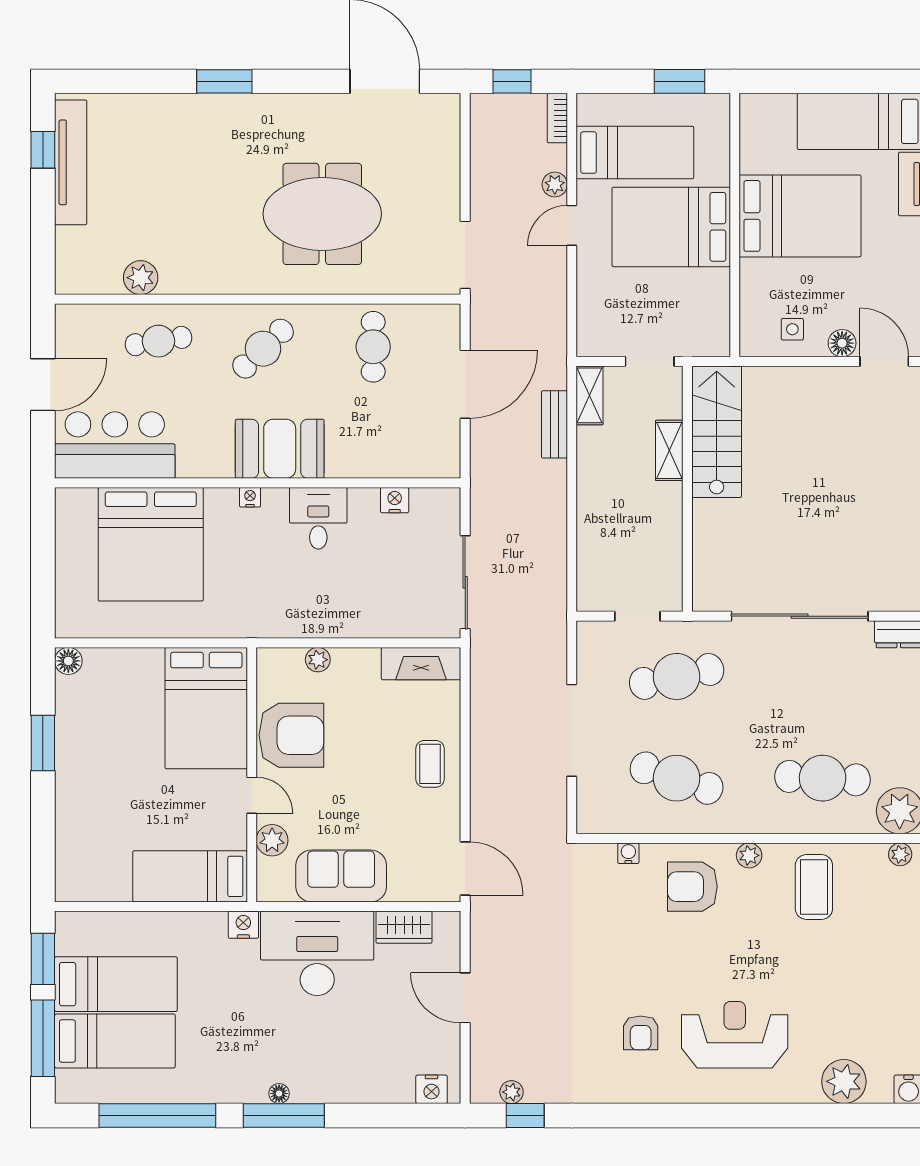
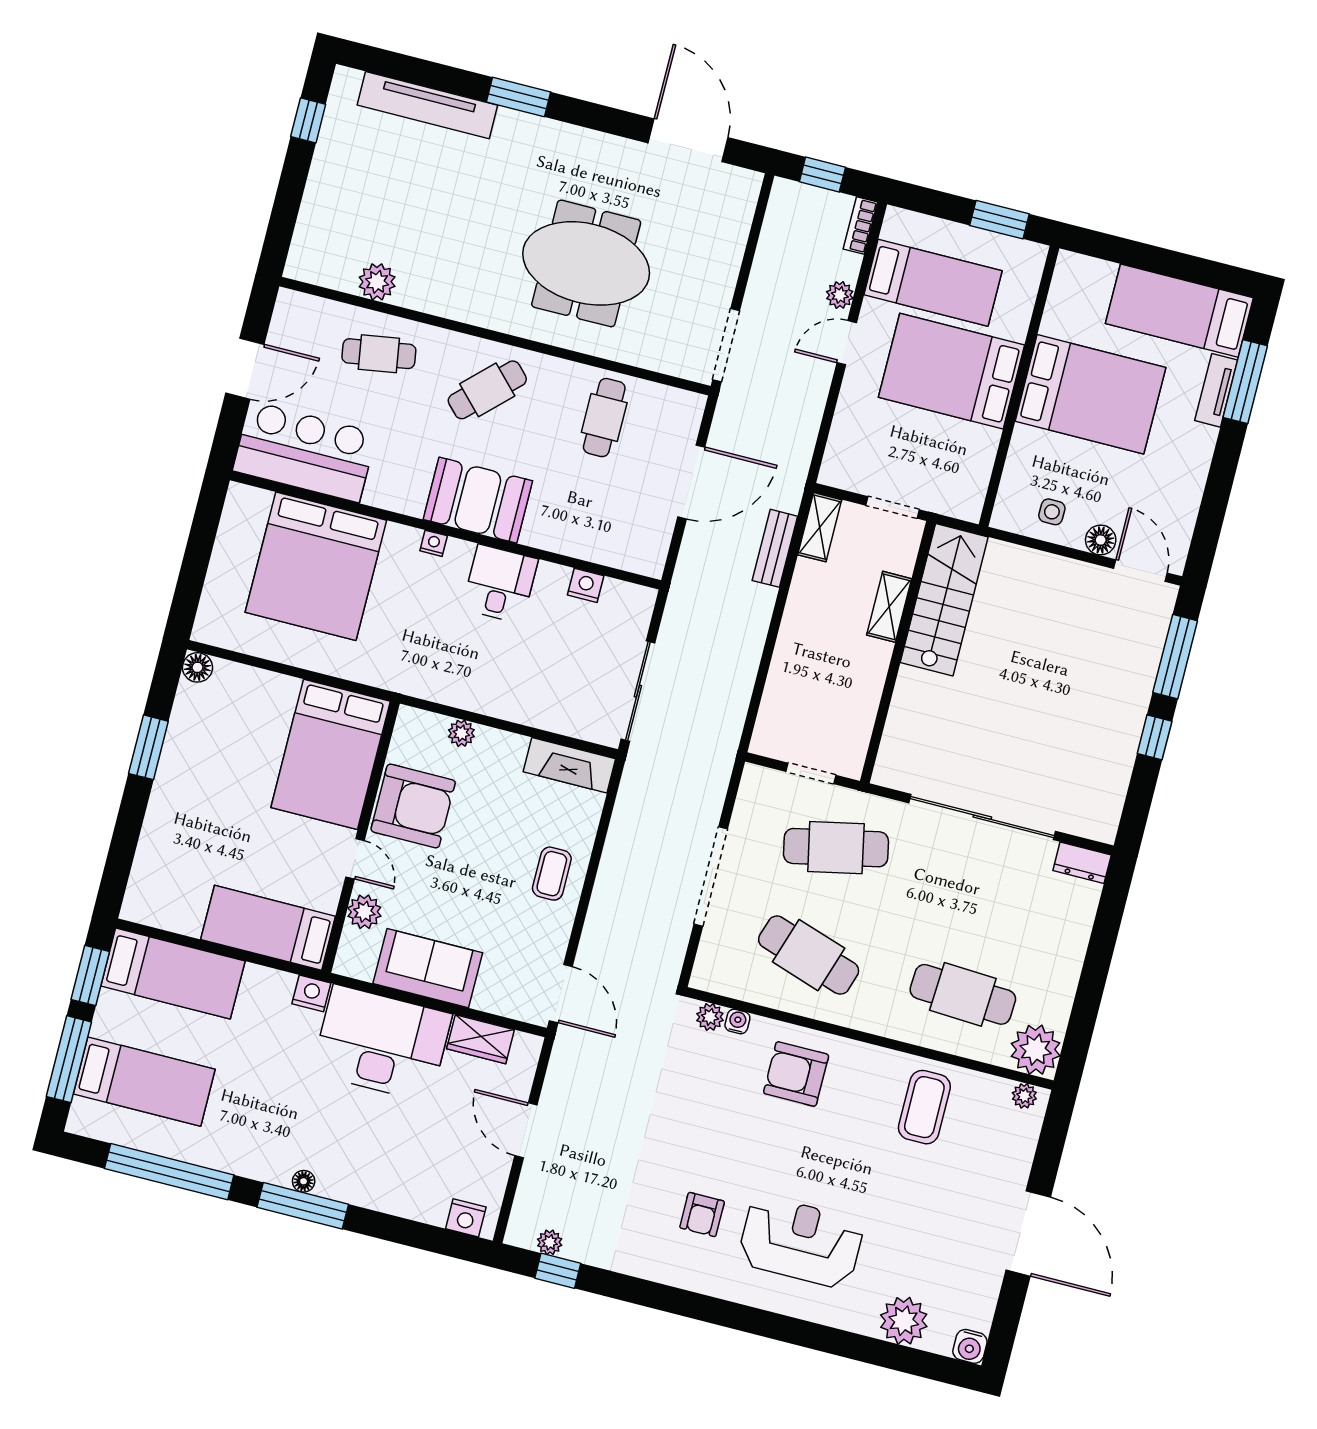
tv unit: (71, 162) -> (427, 105), moved, turned 90
plant: (749, 855) -> (710, 1017), moved
bed: (116, 984) -> (173, 974), moved

